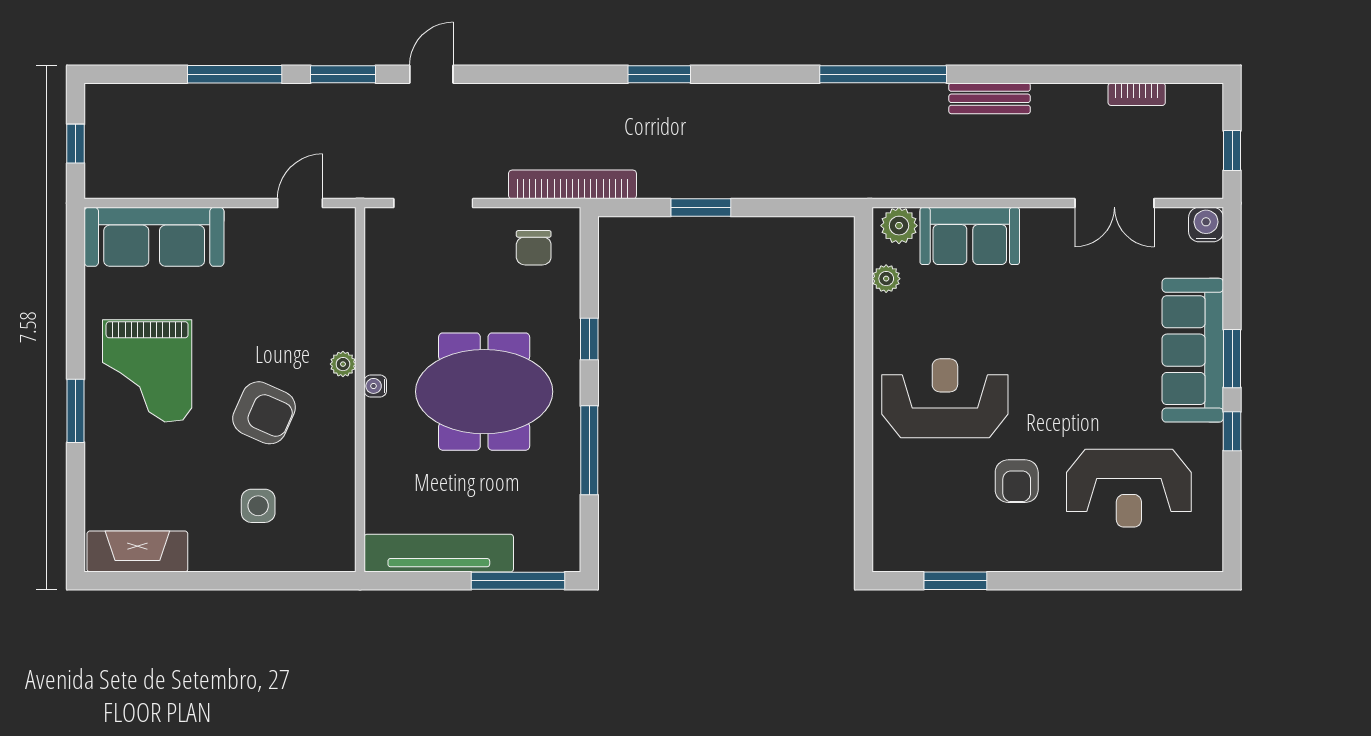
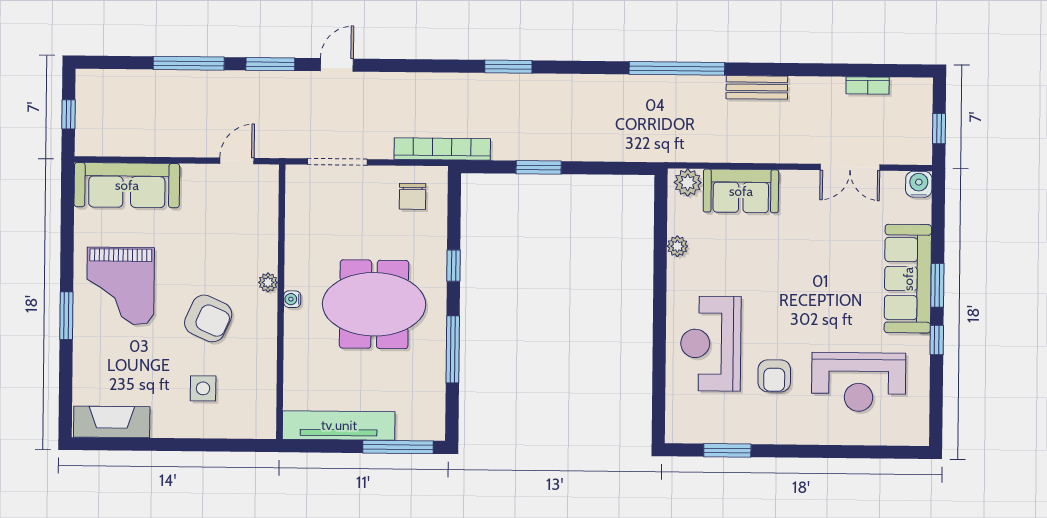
plant: (886, 279) -> (677, 246), moved
reception desk: (945, 398) -> (711, 344), moved, turned -90

